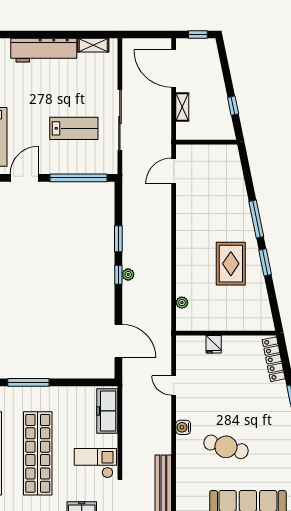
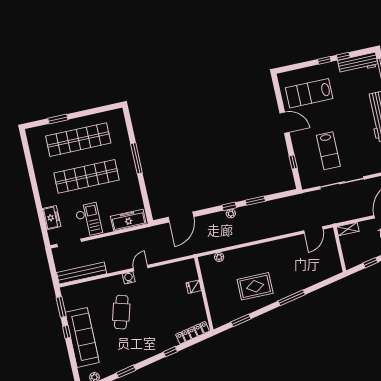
shelving: (182, 107) -> (348, 229), moved
door: (174, 171) -> (313, 230), swing flipped
window: (79, 178) -> (293, 162), width x0.32
window: (265, 262) -> (241, 320), moved
door: (174, 385) -> (141, 268), moved

